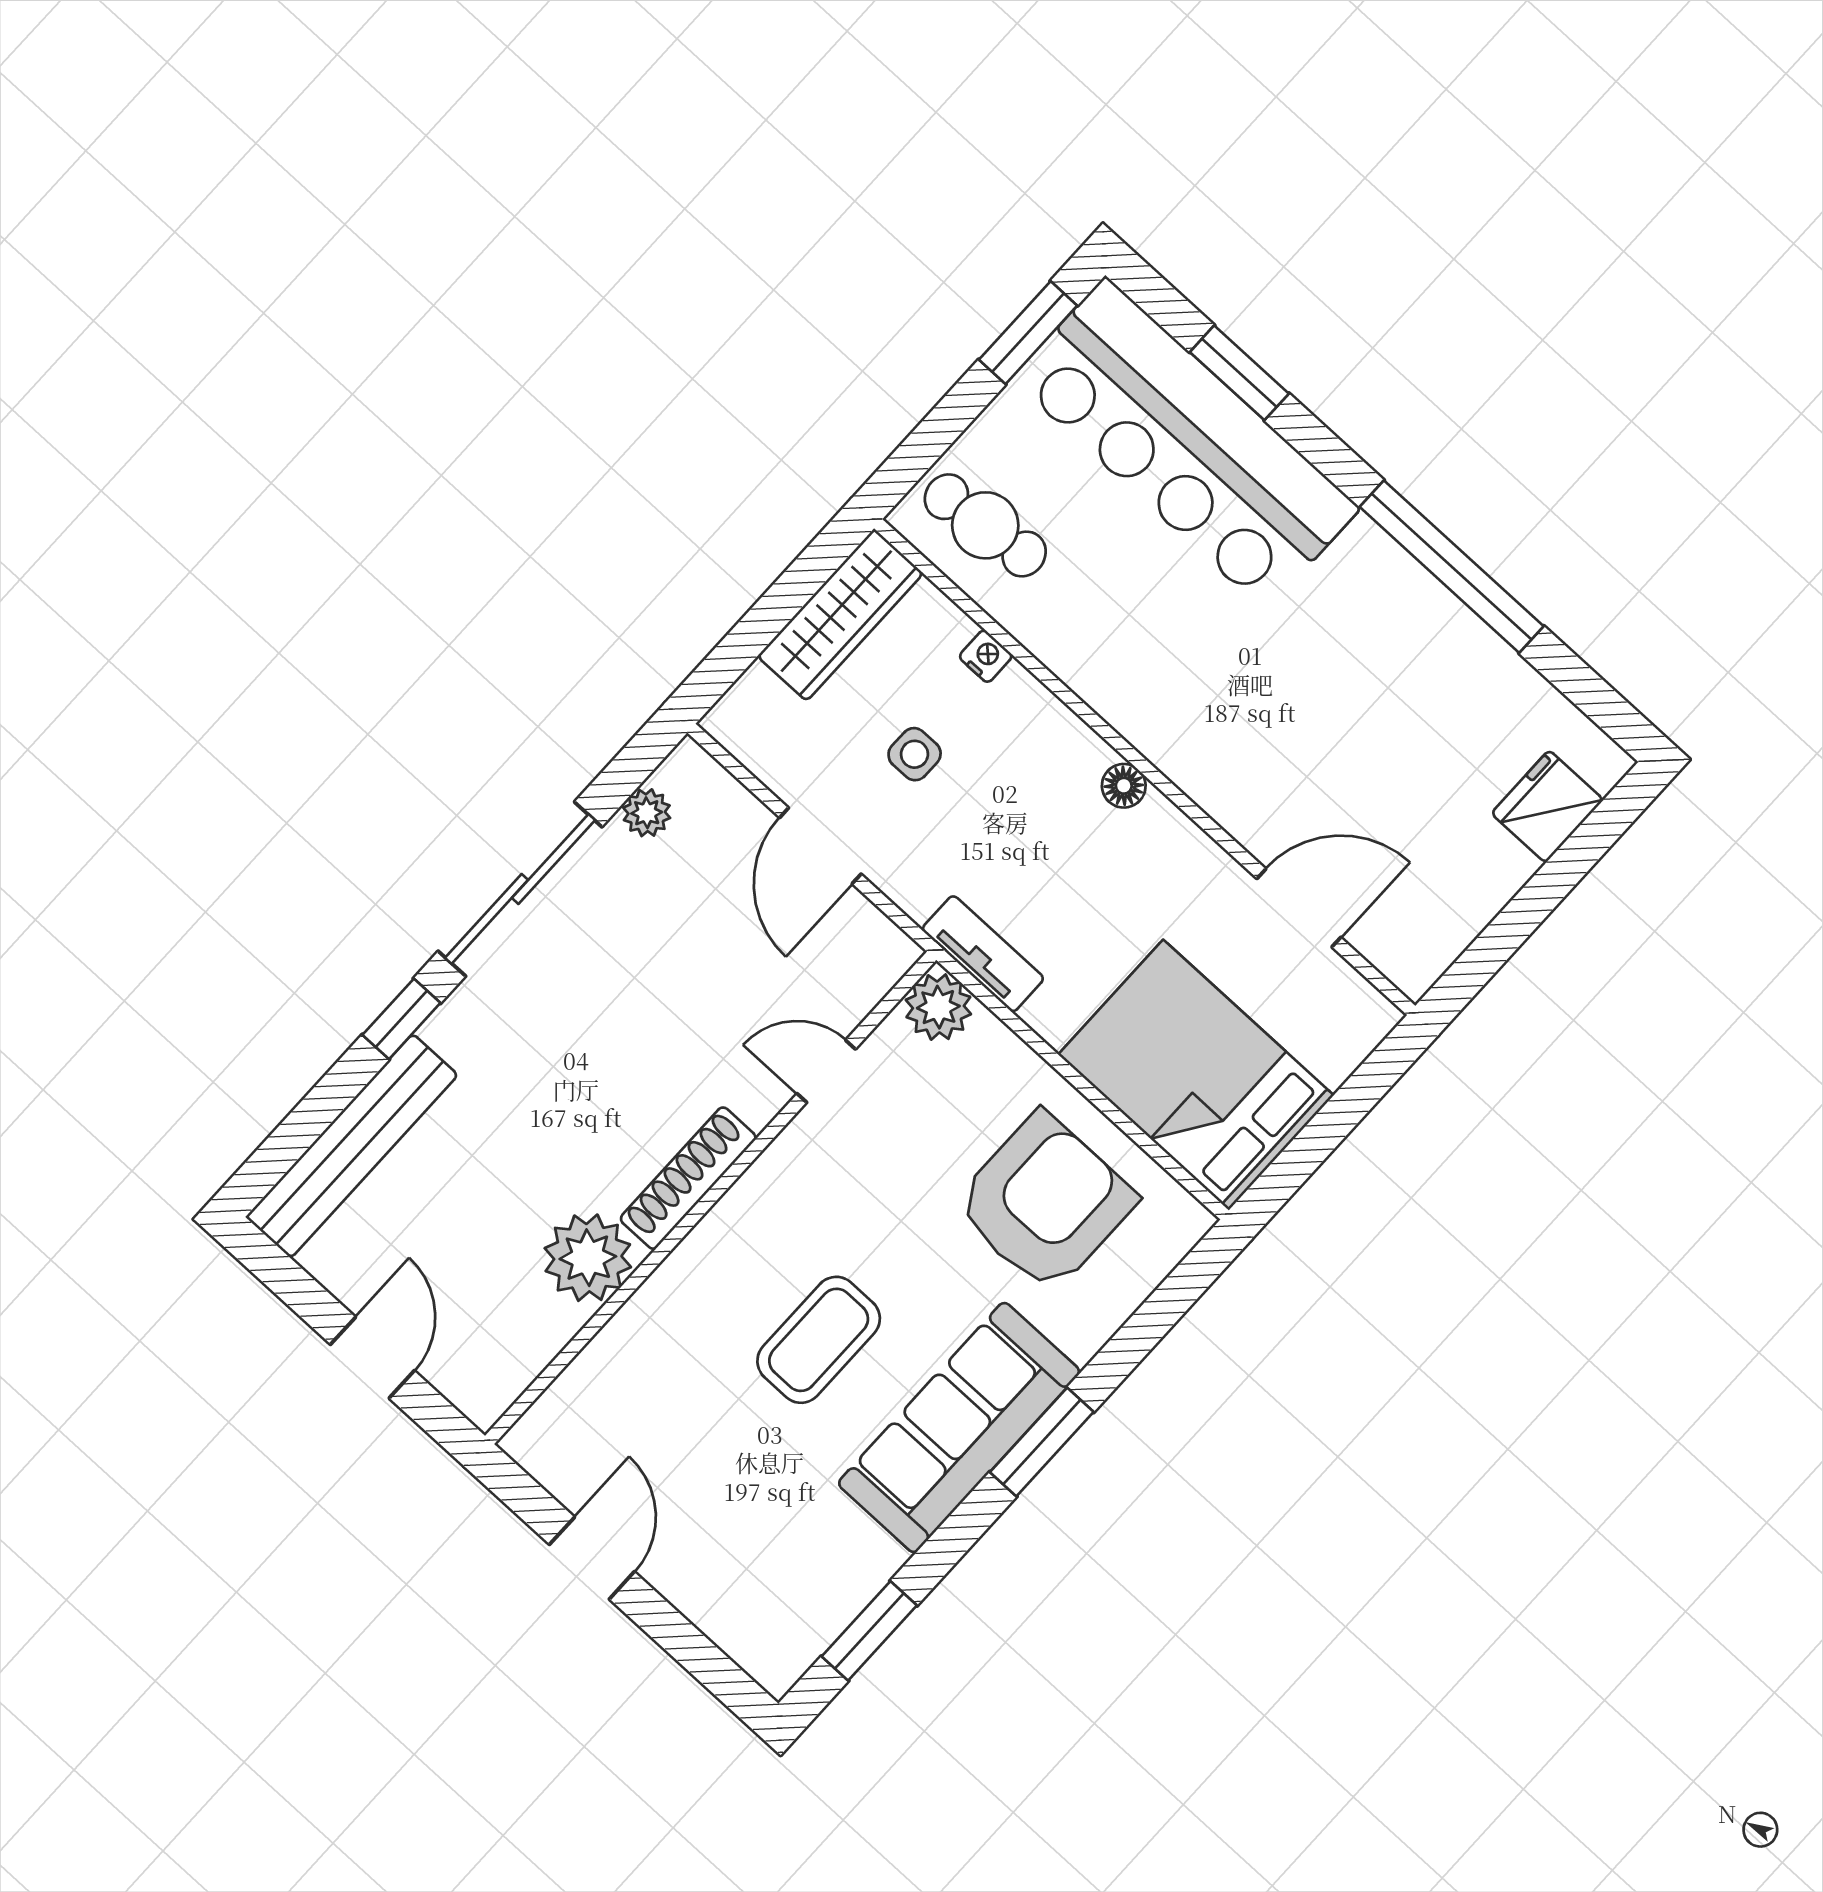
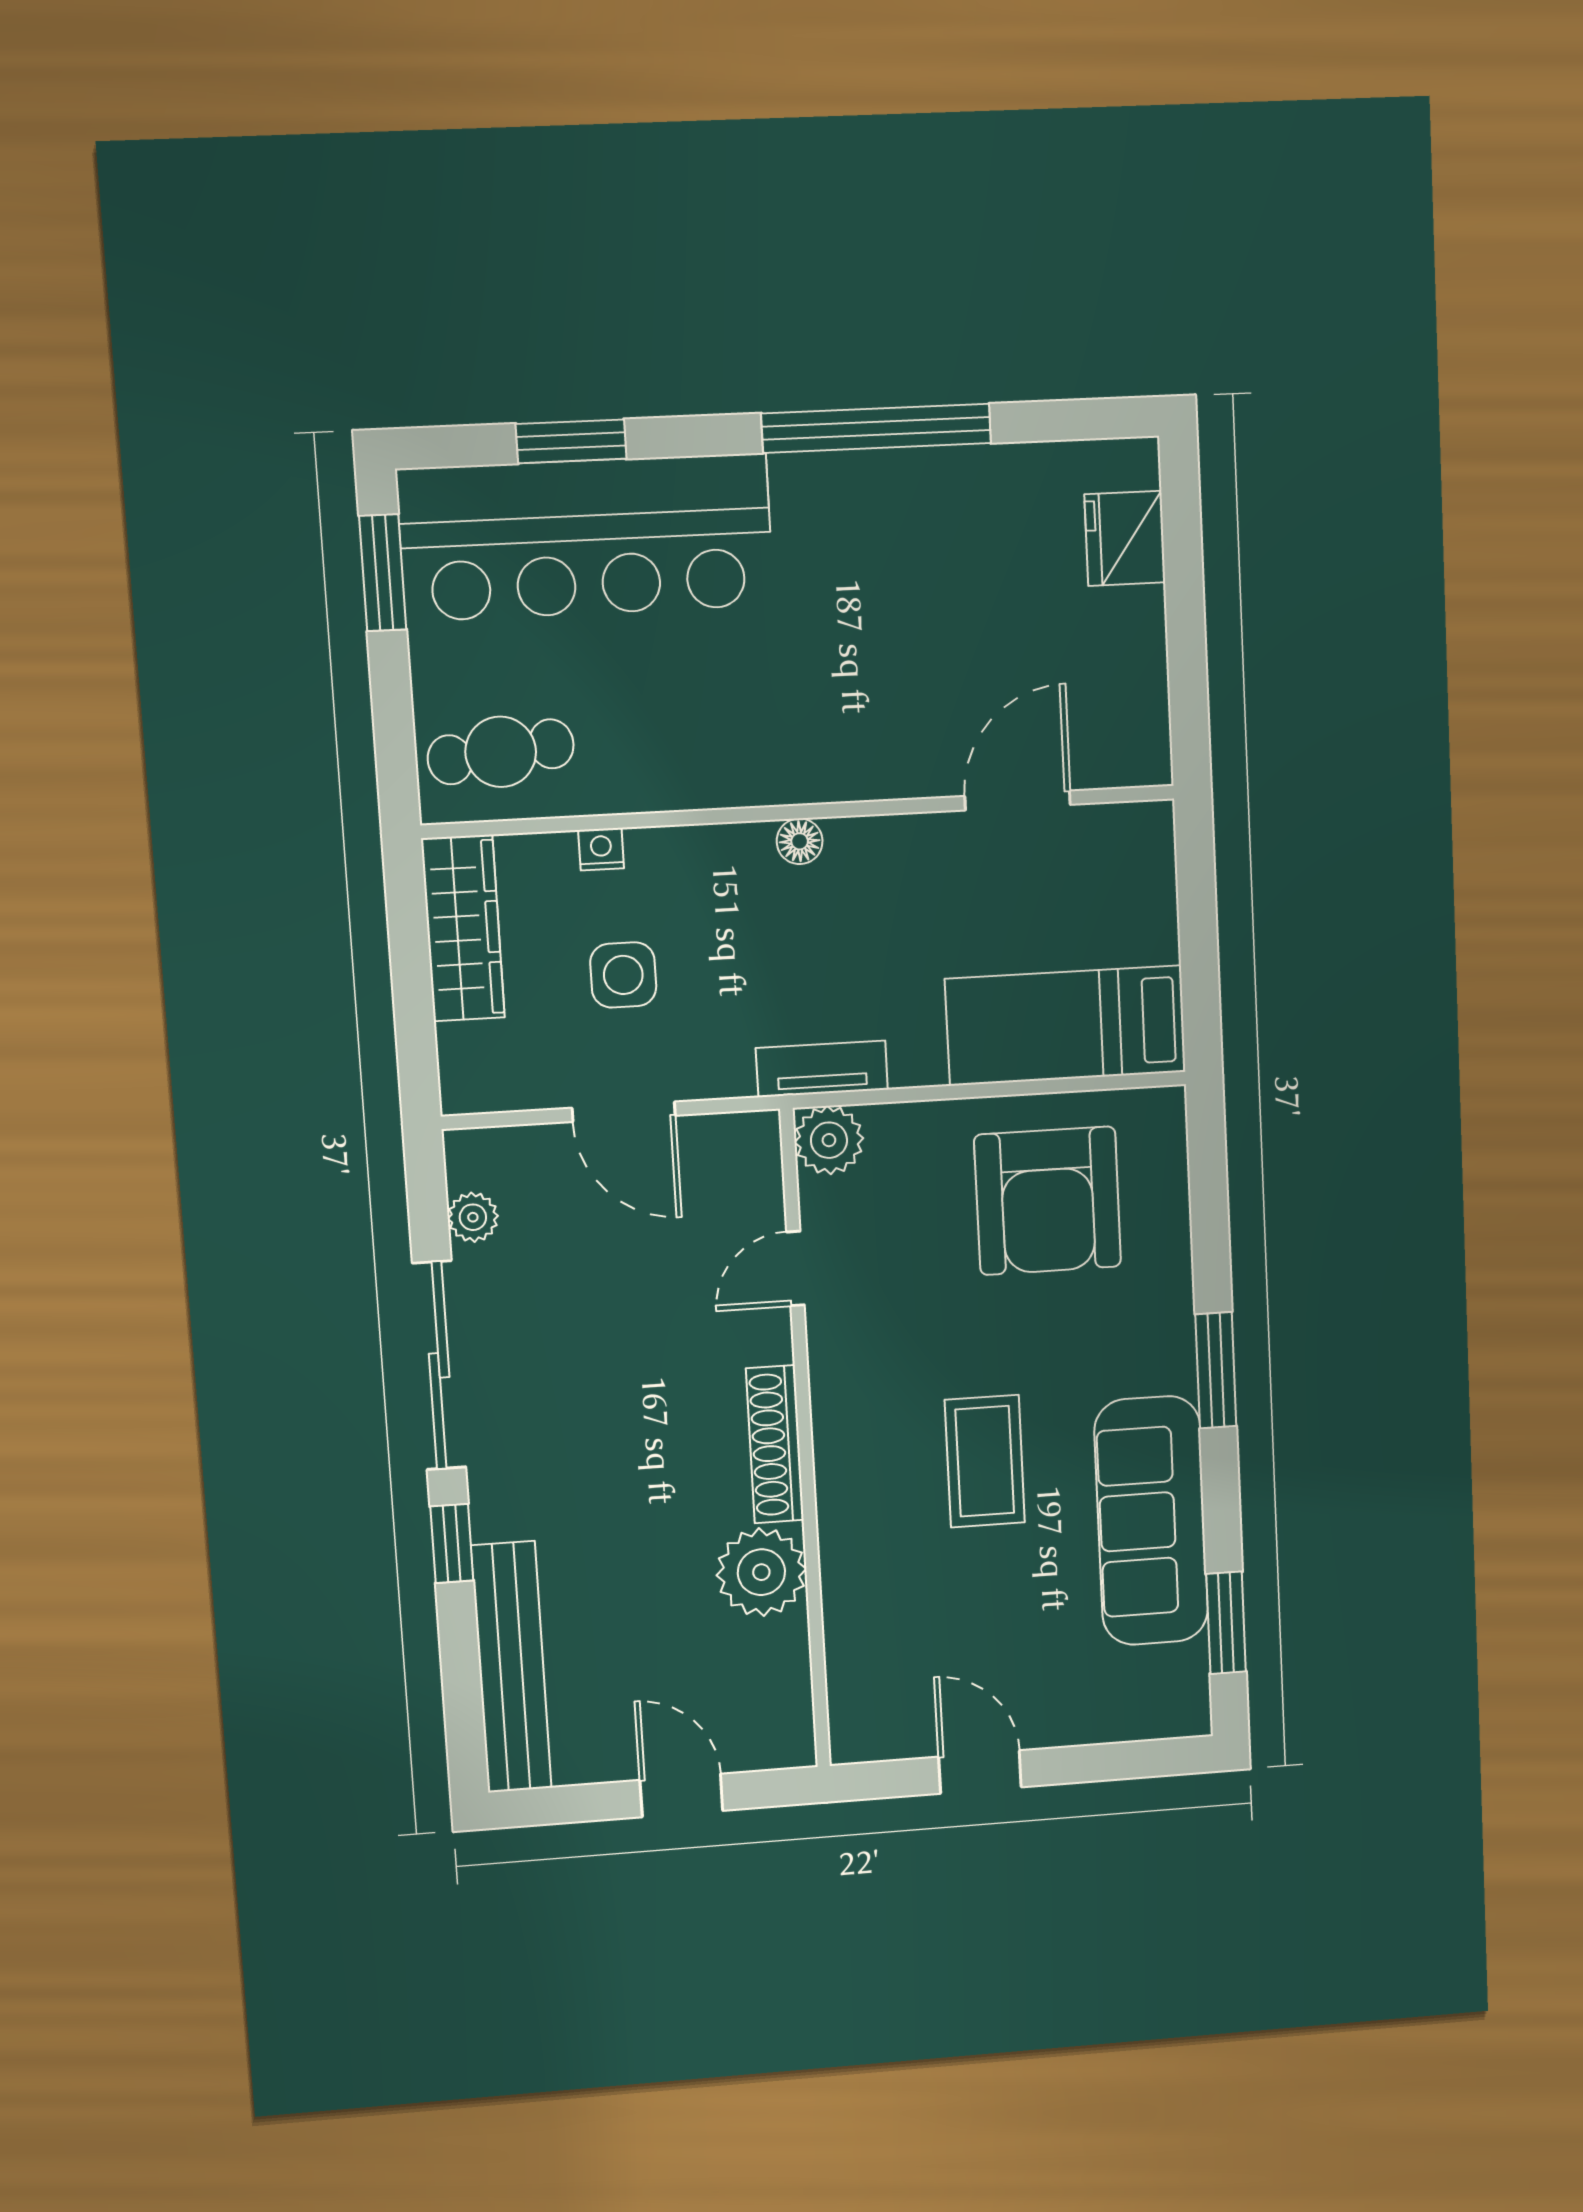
side table: (915, 754) -> (623, 975), width x1.37, depth x1.37
bed: (1196, 1075) -> (1066, 1025), width x0.67
armchair: (1045, 1202) -> (1048, 1201), turned 180
sofa: (959, 1427) -> (1151, 1521), moved

